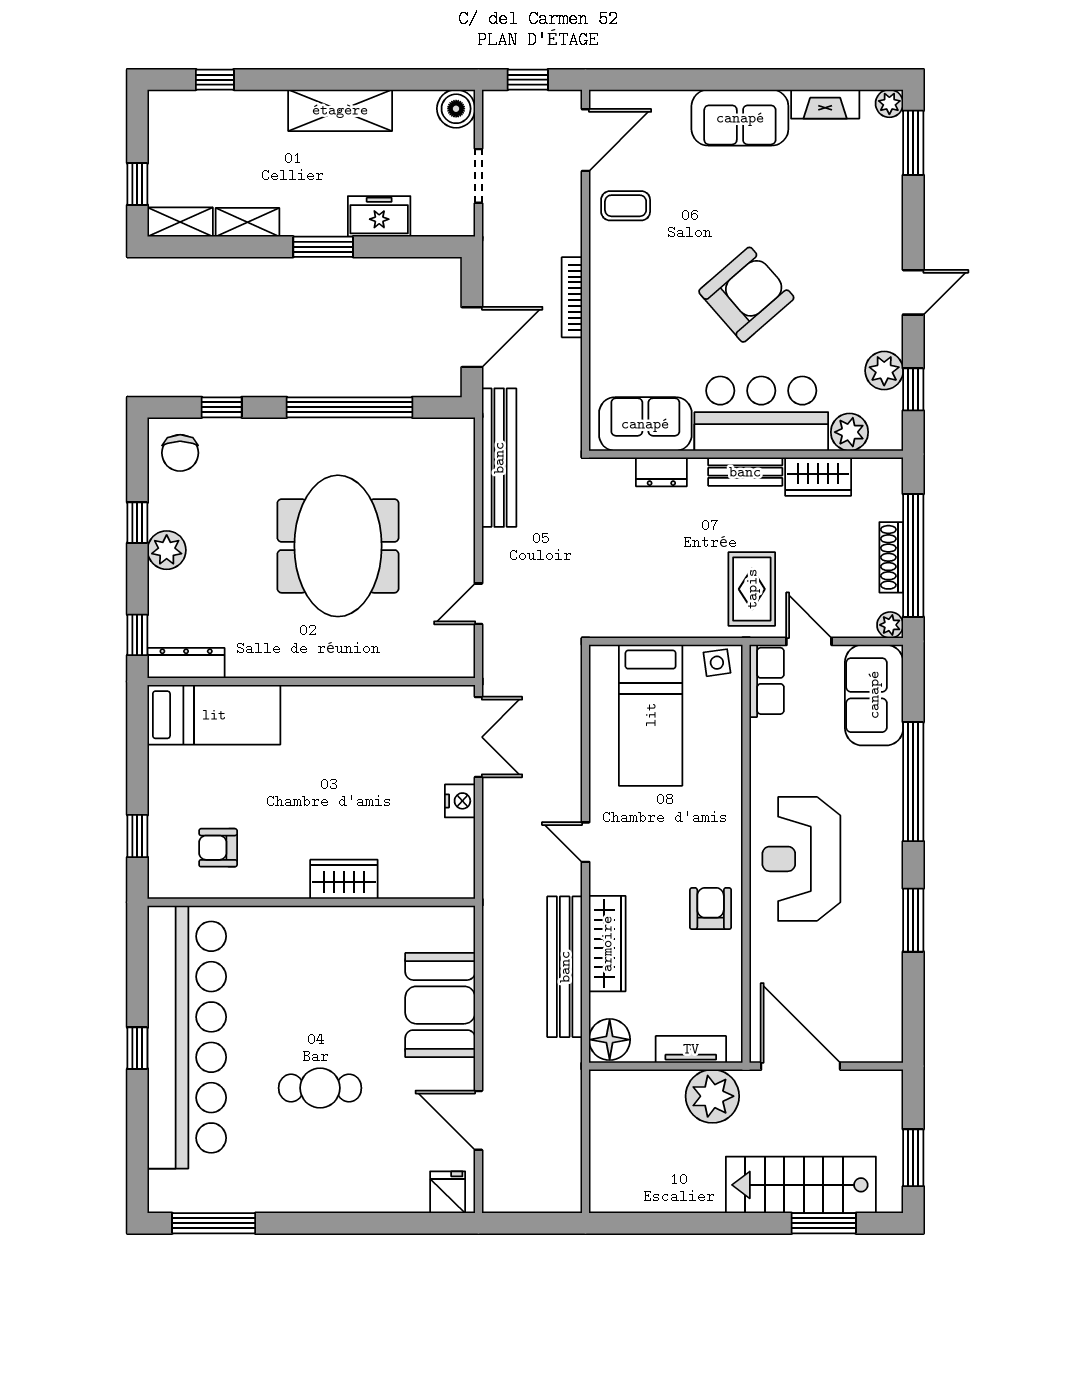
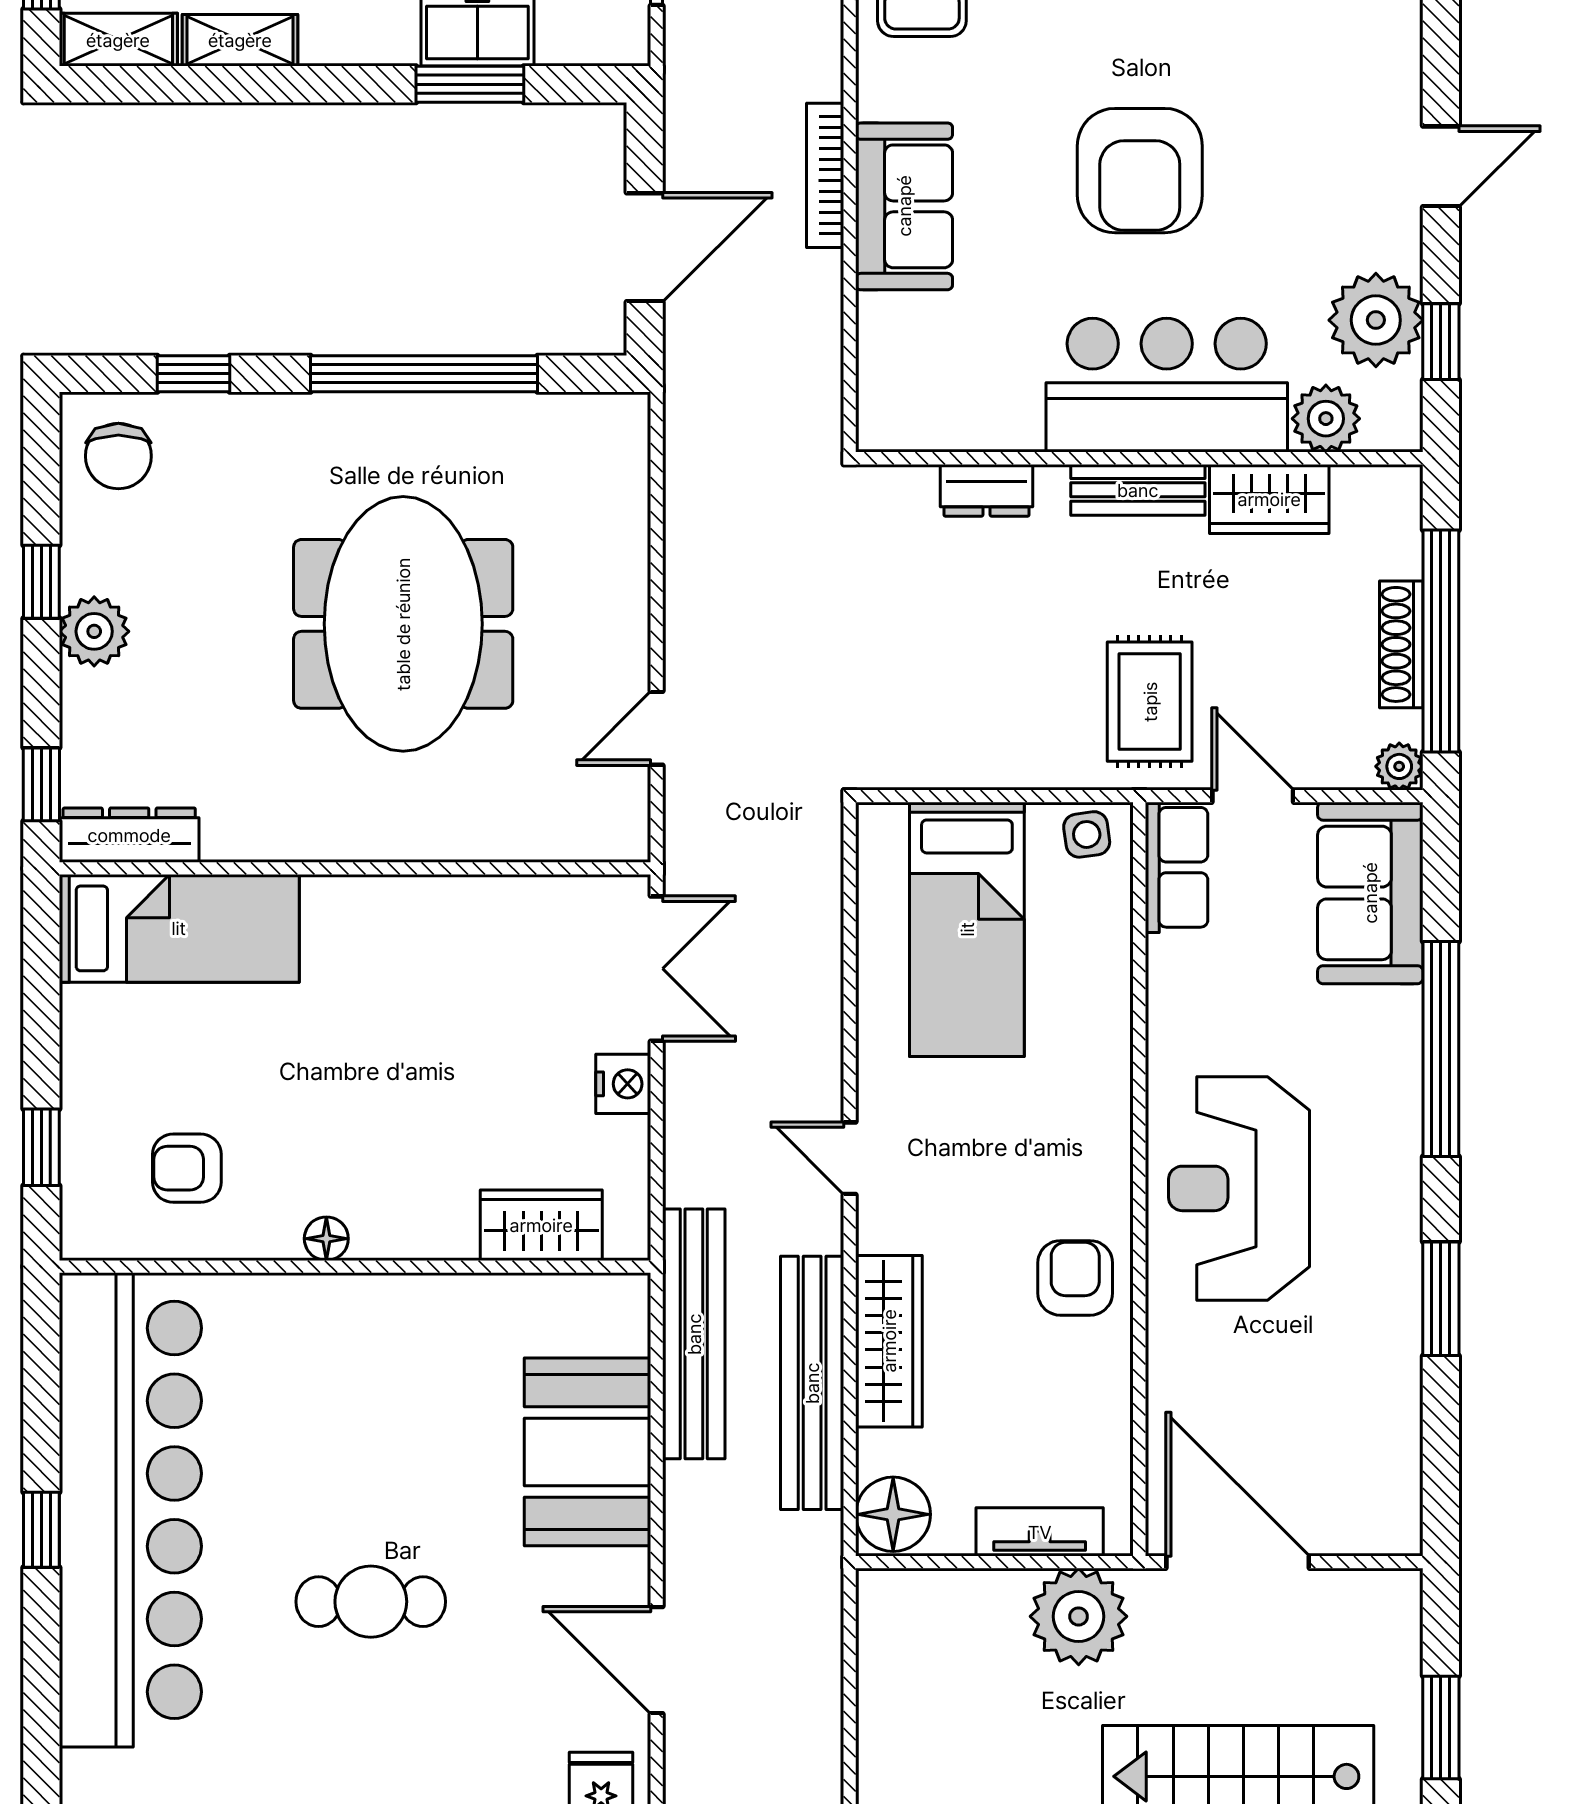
window: (323, 247) -> (470, 84), moved
armchair: (746, 295) -> (1140, 171), turned 131
plant: (884, 371) -> (1376, 320), width x1.36, depth x1.36
sofa: (645, 424) -> (904, 206), moved, turned 90
bench: (499, 458) -> (694, 1334), moved
wardrobe: (344, 879) -> (541, 1225), moved
floor lamp: (295, 887) -> (326, 1239), added

